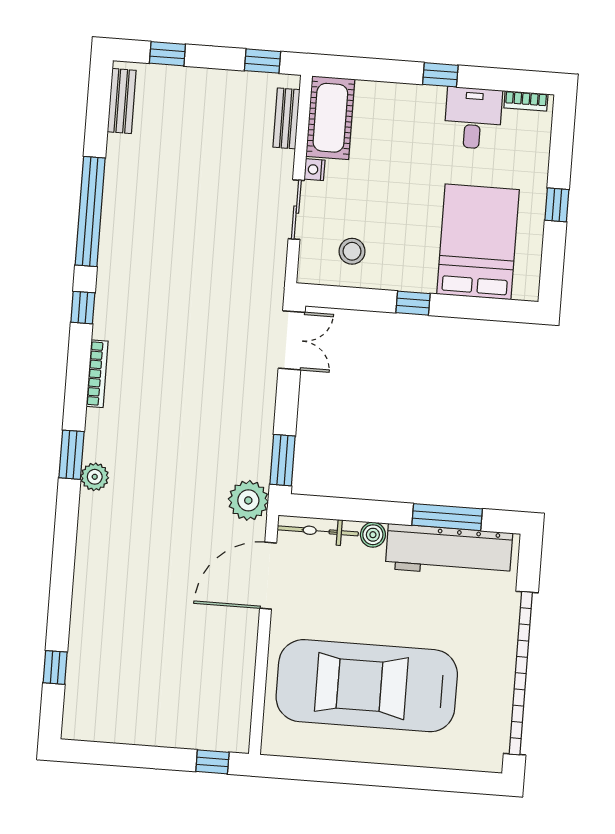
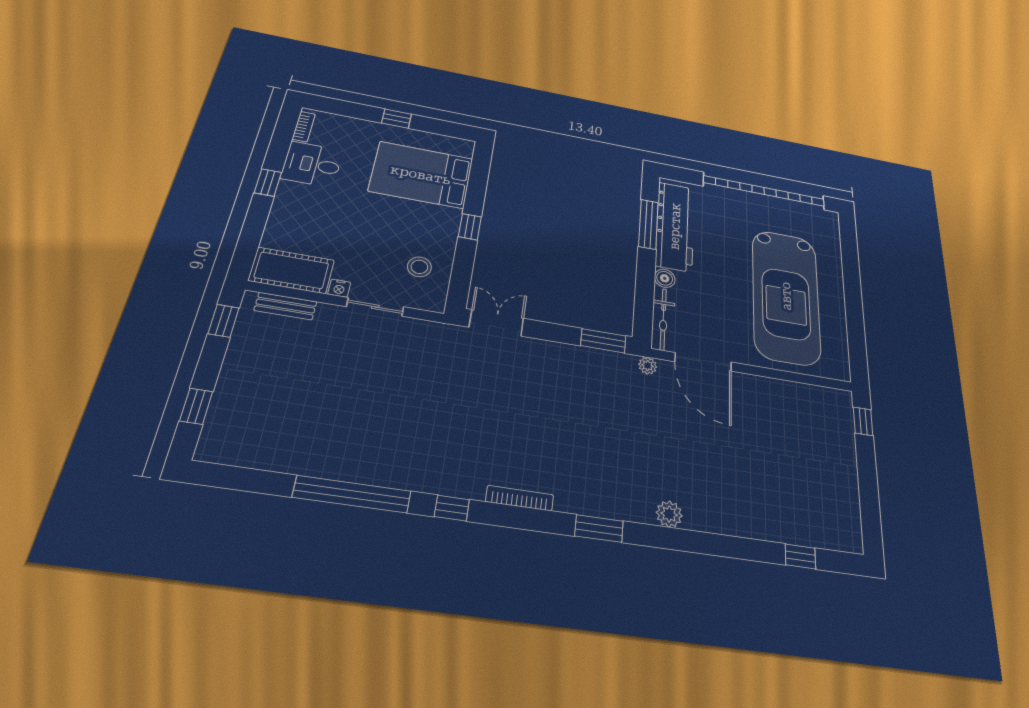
bench: (122, 101) -> (238, 455), removed
plant: (95, 477) -> (669, 514), moved
plant: (248, 500) -> (648, 366), width x0.53, depth x0.53

